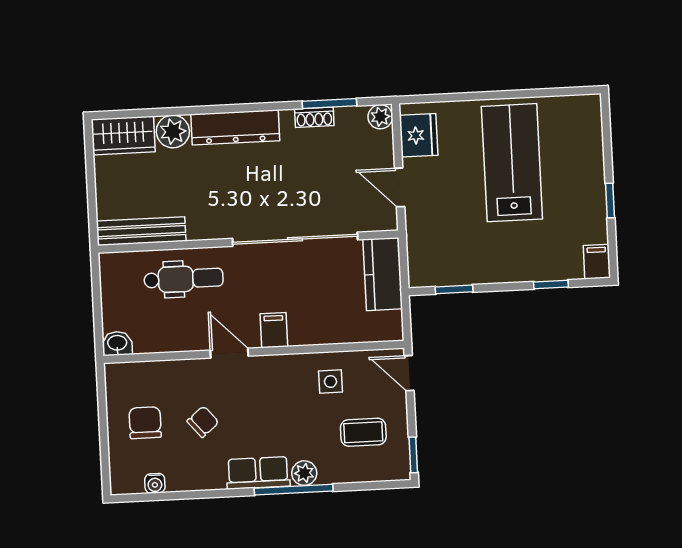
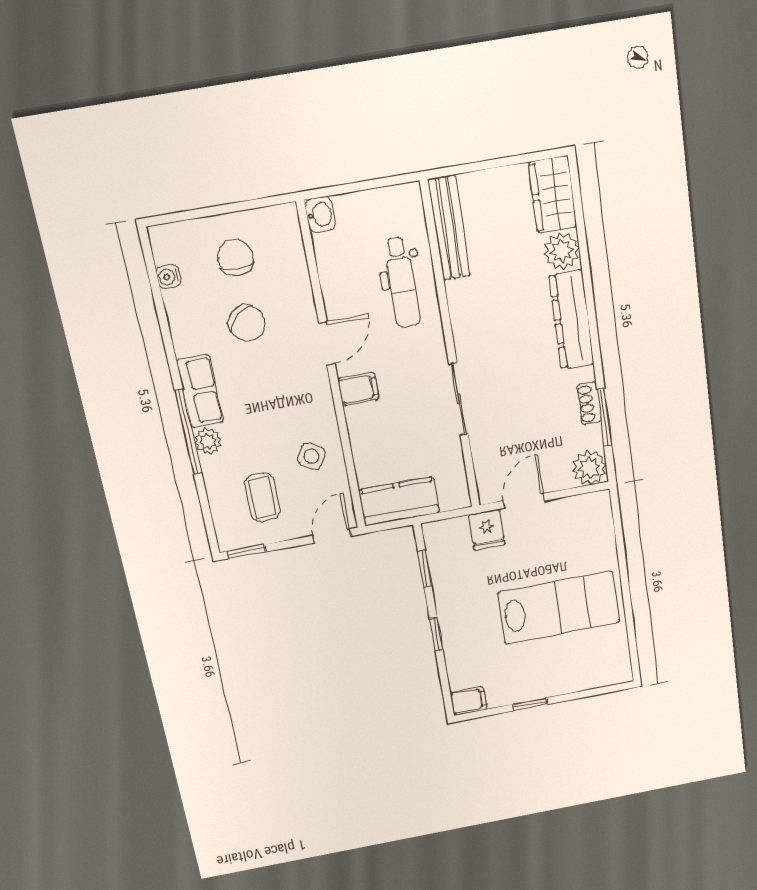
plant: (380, 117) -> (589, 468), width x1.38, depth x1.38
fridge: (419, 135) -> (487, 530), moved, width x0.72
sliding door: (295, 239) -> (459, 399), width x0.54
kitchen counter: (383, 274) -> (399, 501), moved
window: (551, 284) -> (436, 634), moved
side table: (331, 382) -> (311, 456), turned 32
chair: (203, 422) -> (247, 323), width x1.37, depth x1.37
chair: (145, 423) -> (235, 257), turned -90

